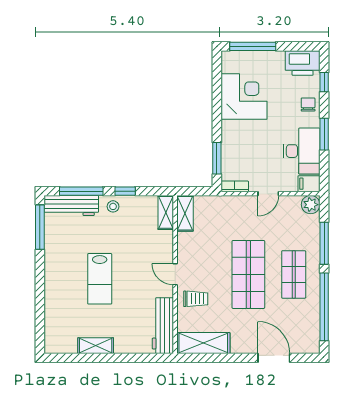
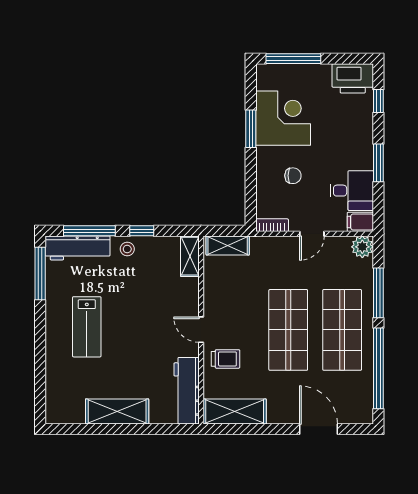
chair: (308, 104) -> (293, 176), moved, turned 90
desk: (302, 151) -> (352, 191), width x0.73
window: (217, 158) -> (251, 129), moved
shelving: (185, 213) -> (228, 245), moved, turned 90
shop shelf: (294, 274) -> (342, 330), width x1.43, depth x1.36
lab bench: (100, 279) -> (87, 327), moved
shelving: (96, 346) -> (117, 411), width x1.50, depth x1.33

